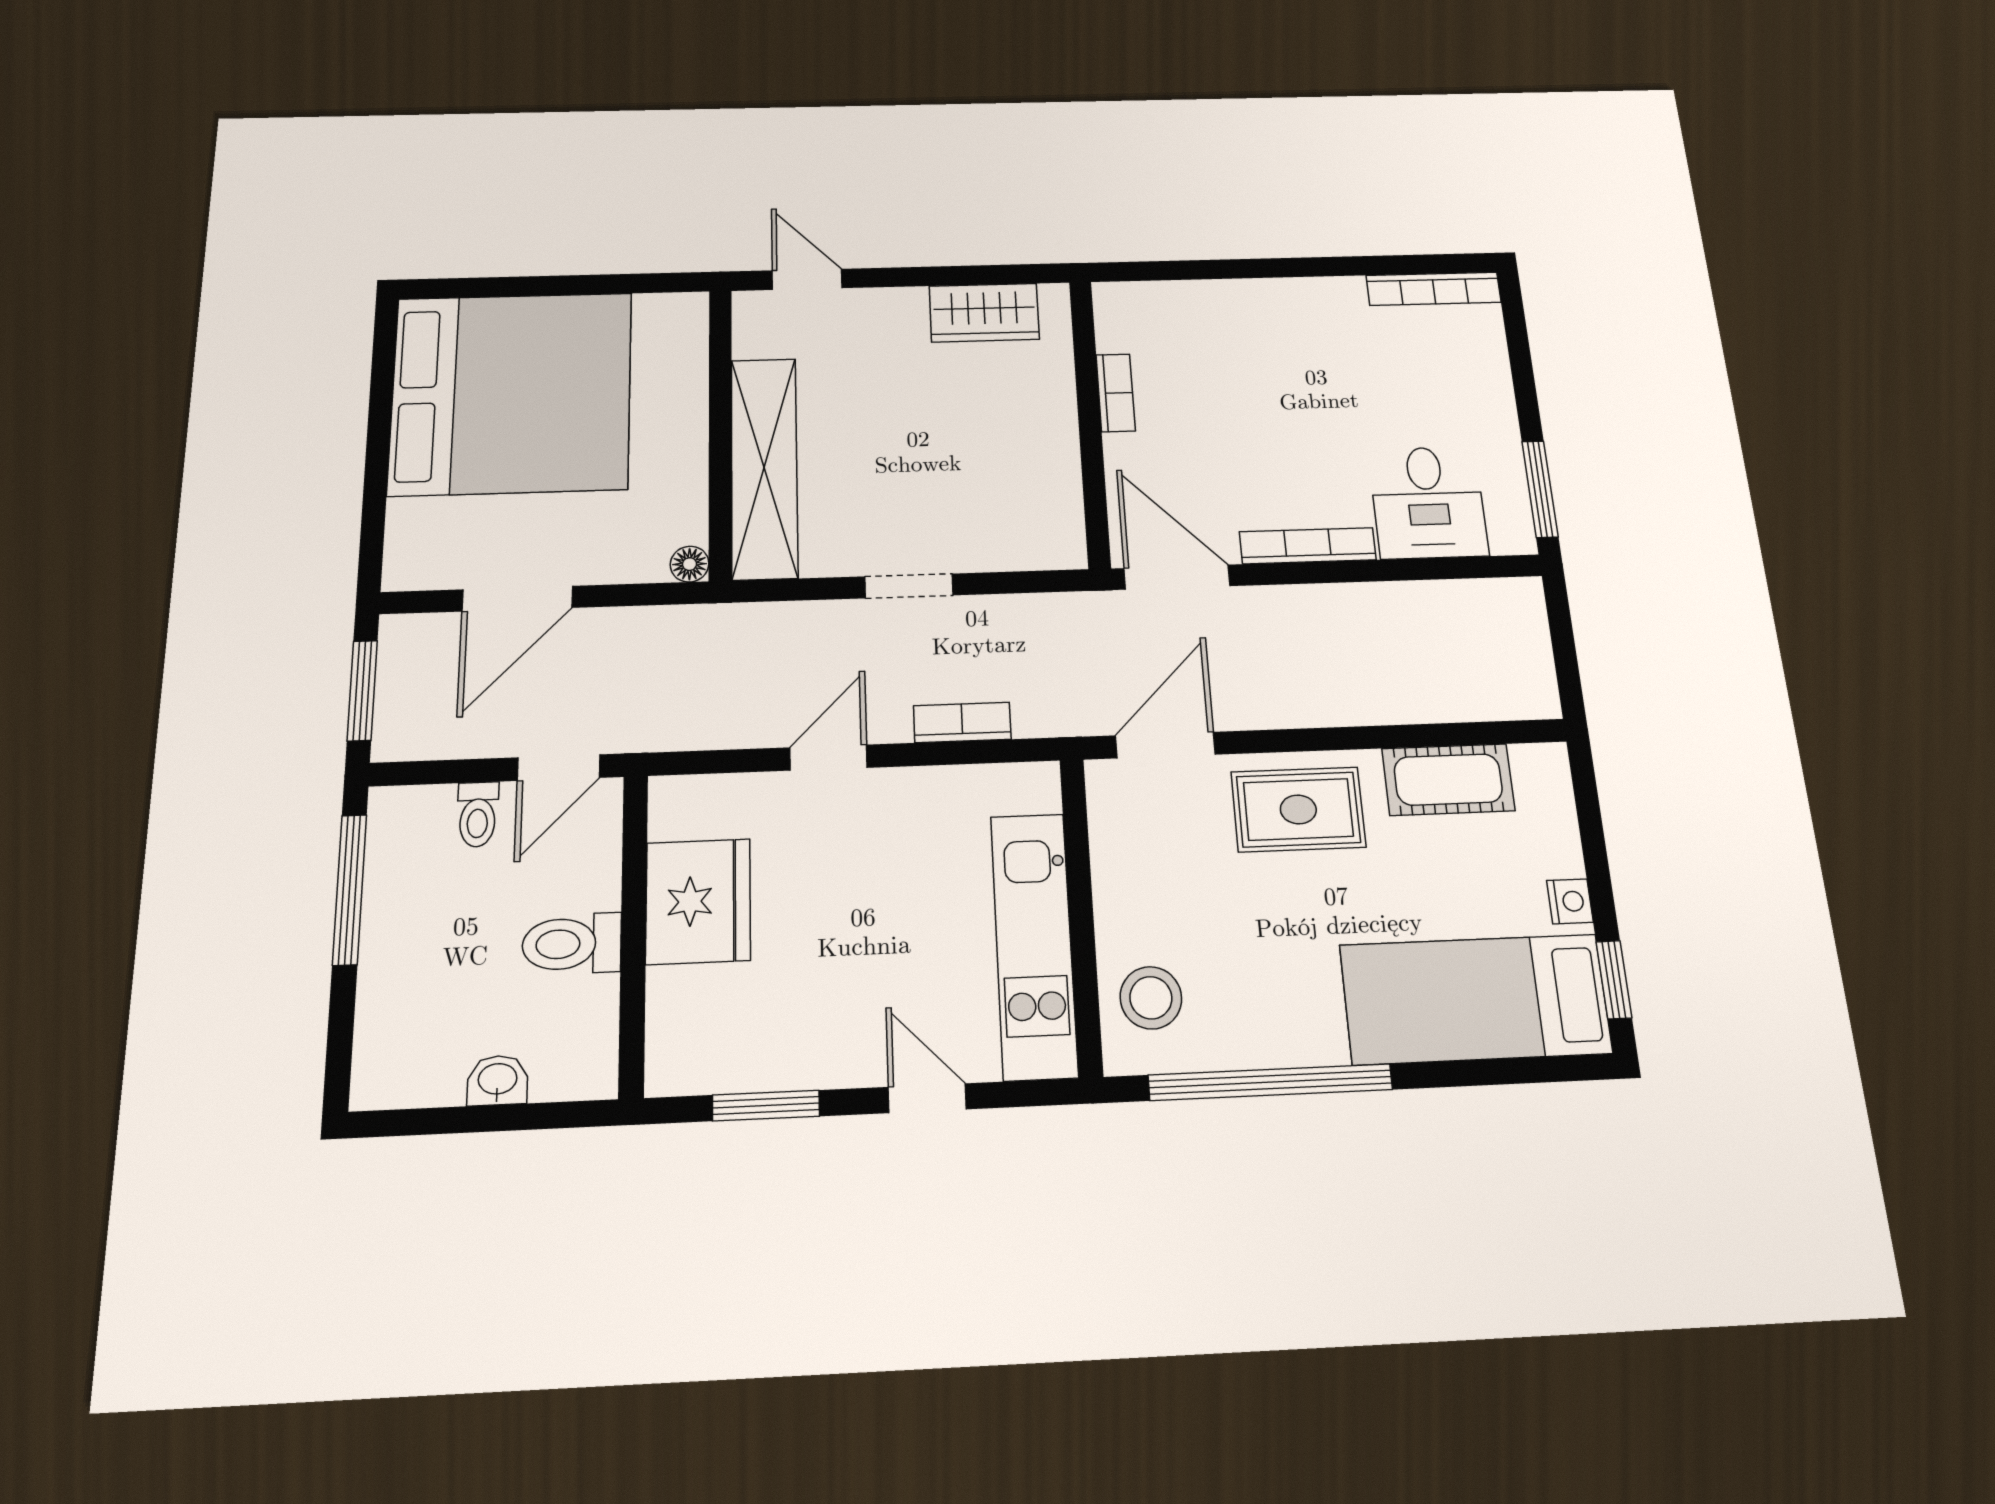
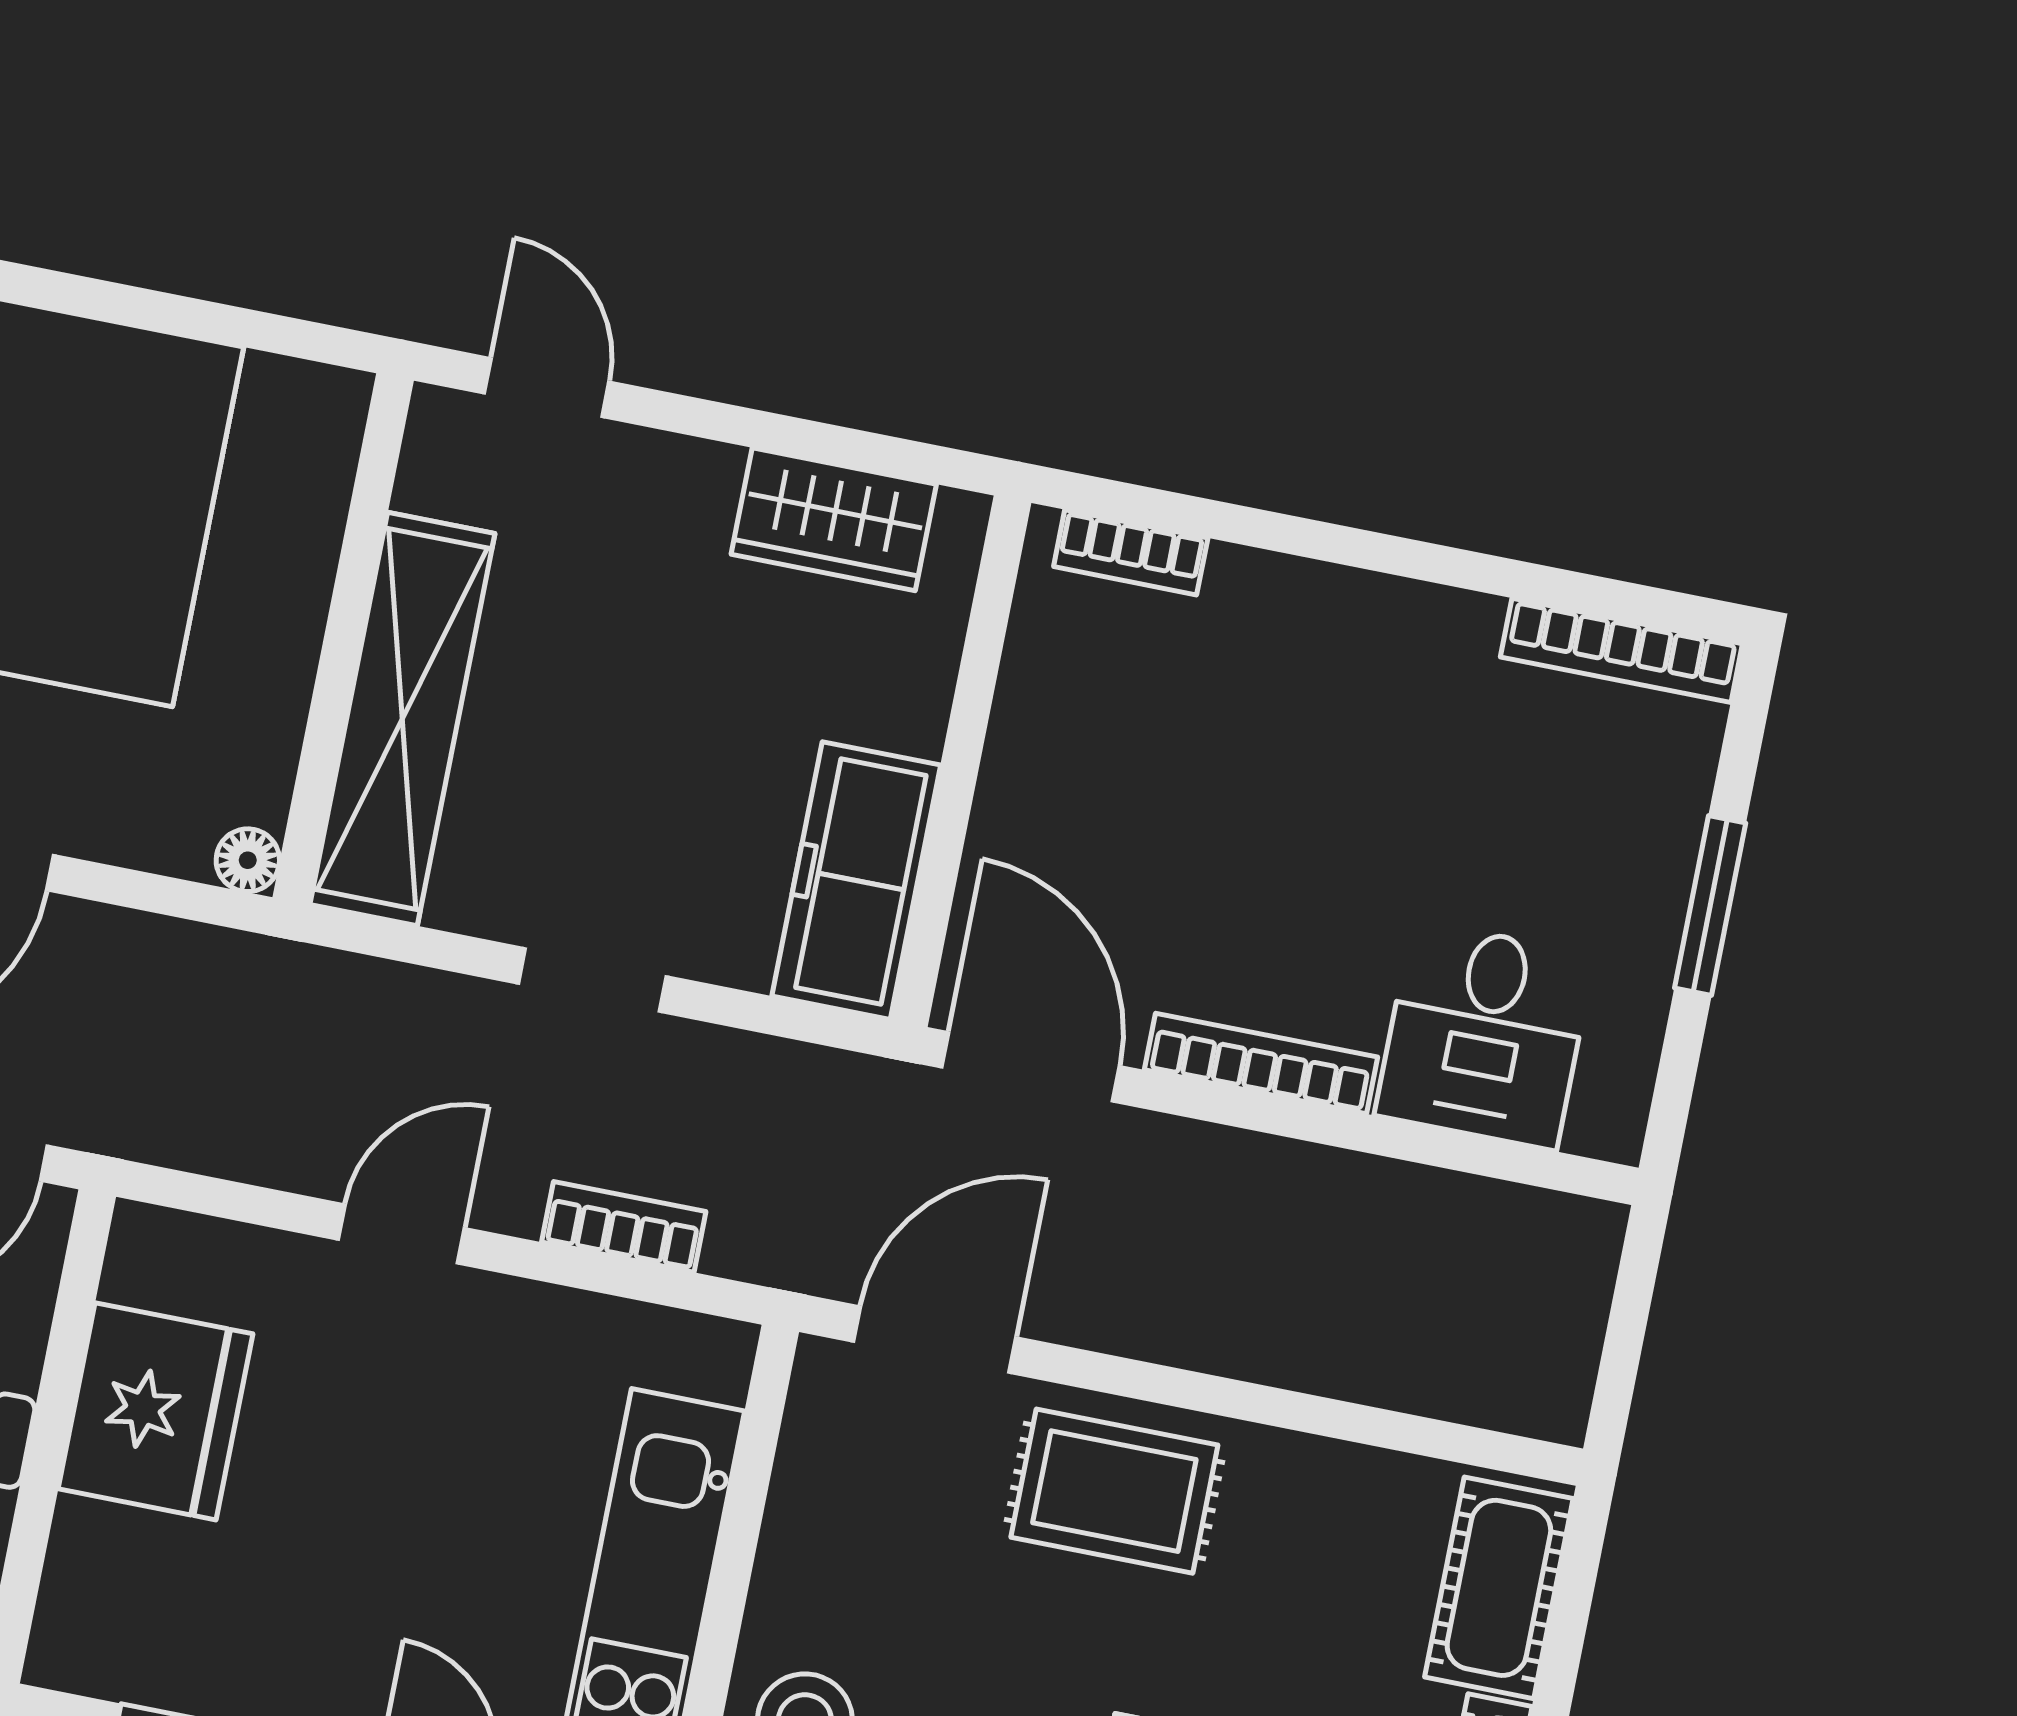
bookcase: (1116, 393) -> (1131, 552), moved, turned 90
window: (1540, 489) -> (1710, 906), moved
freezer: (1048, 498) -> (856, 881), added
cot: (1448, 780) -> (1499, 1588), moved, turned 90

